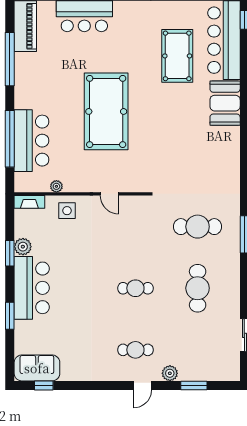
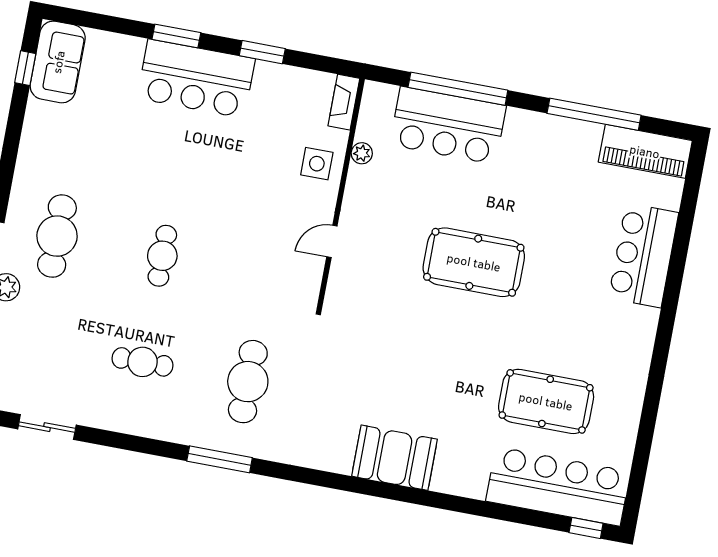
booth: (225, 103) -> (395, 458), moved
pool table: (106, 111) -> (474, 262), width x0.73, depth x0.76
plant: (23, 247) -> (269, 77), removed
cafe table: (198, 288) -> (142, 362), width x0.73, depth x0.74
window: (10, 316) -> (176, 36), moved
cafe table: (135, 350) -> (57, 236), width x1.37, depth x1.35

